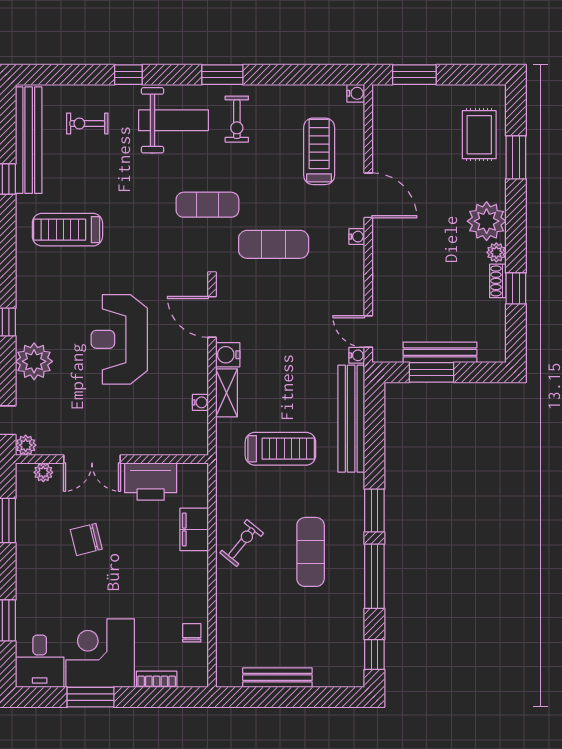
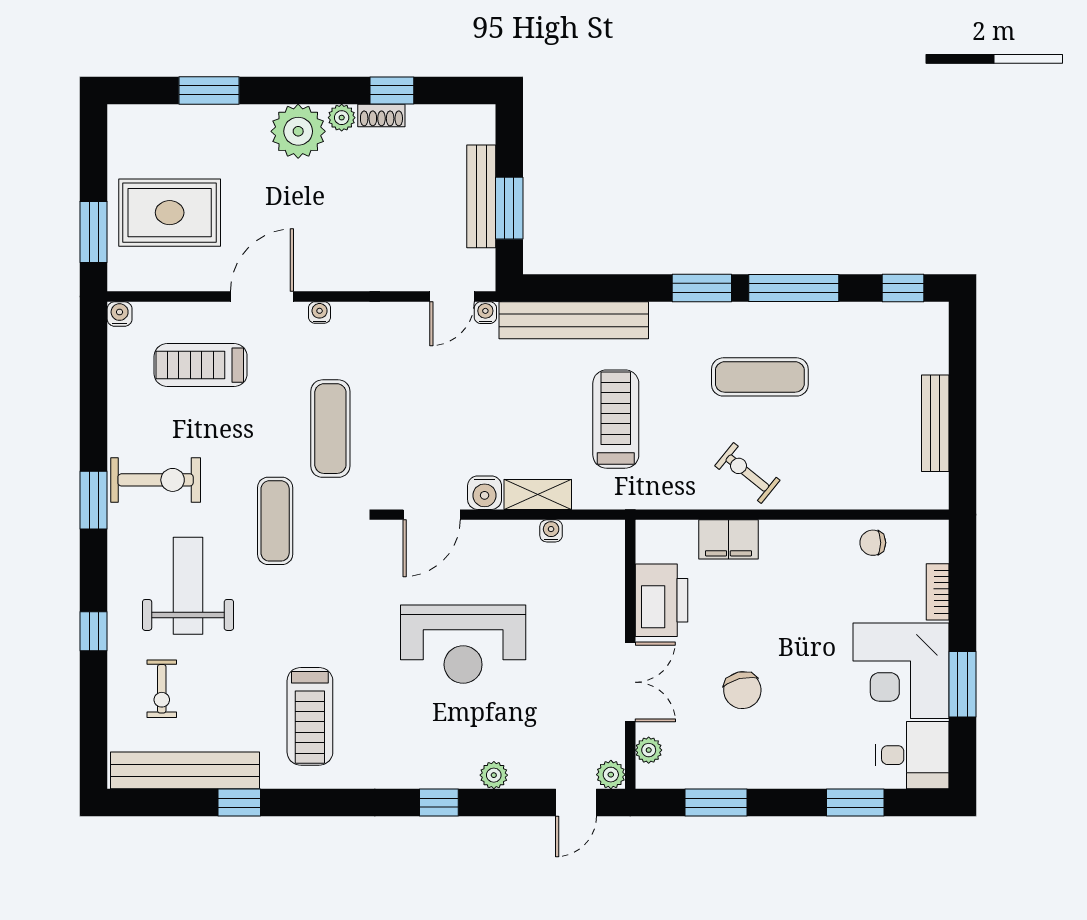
exercise bike: (237, 119) -> (156, 480), width x1.38, depth x1.39
weight bench: (173, 120) -> (188, 586), moved
rug: (479, 135) -> (170, 213), moved, width x1.36, depth x1.43
plant: (34, 361) -> (494, 775), width x0.53, depth x0.53

